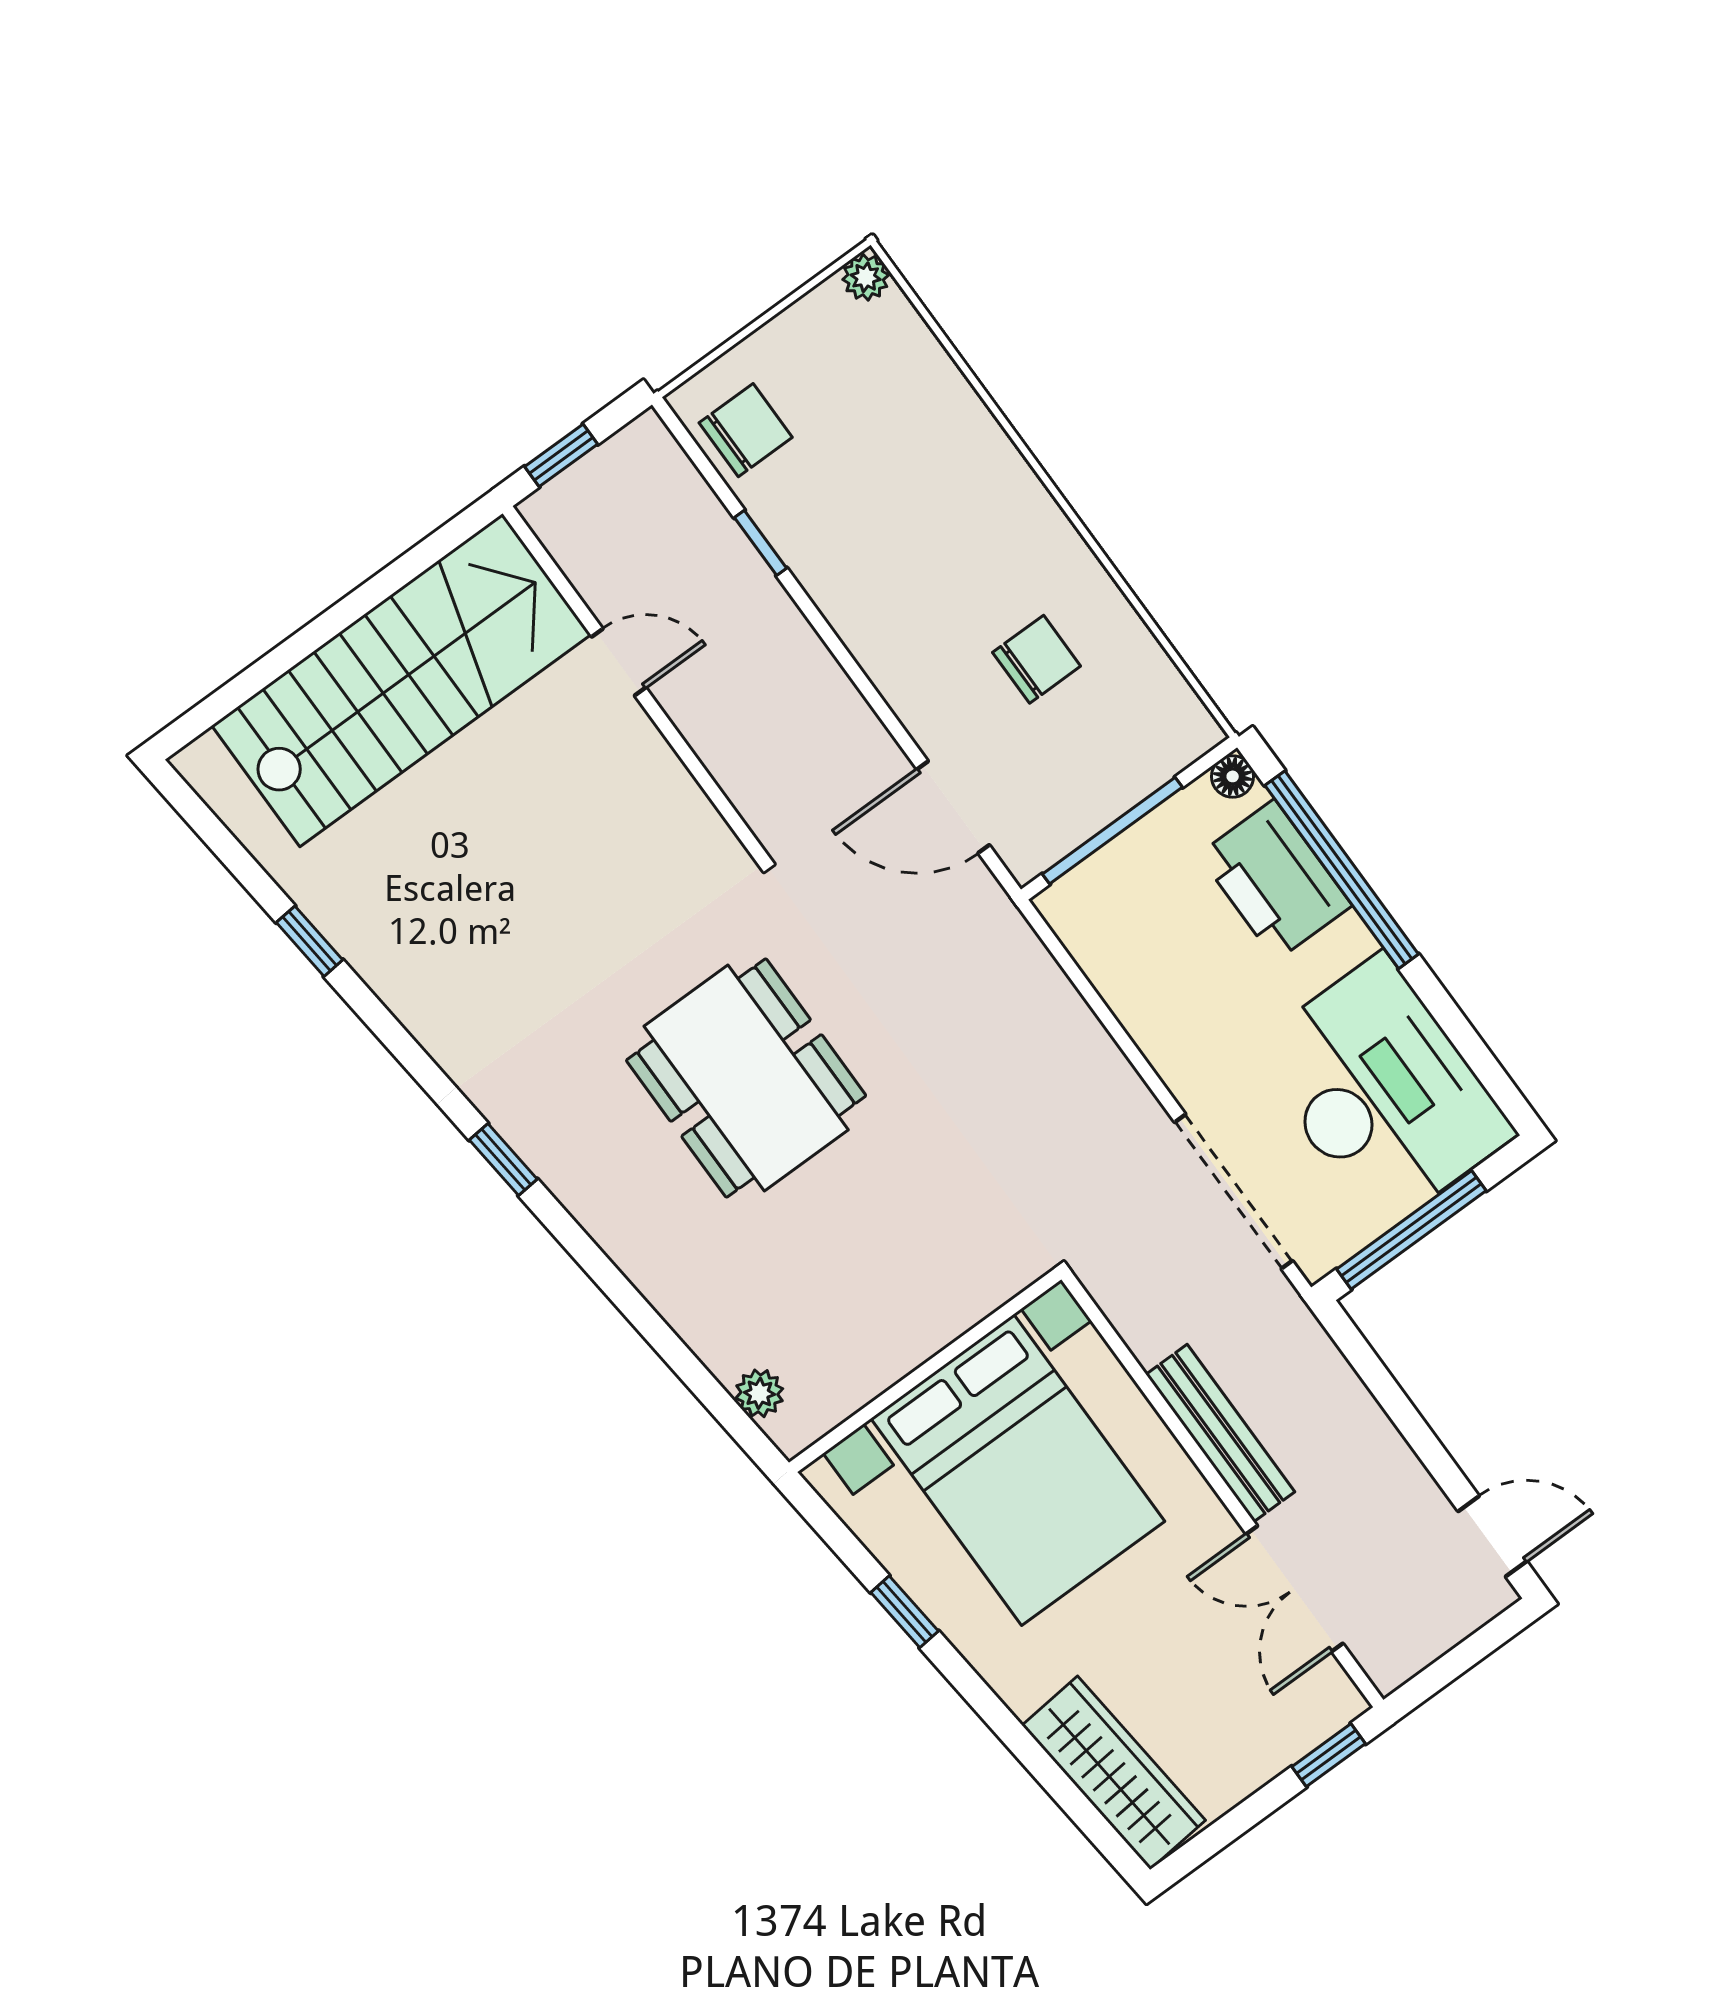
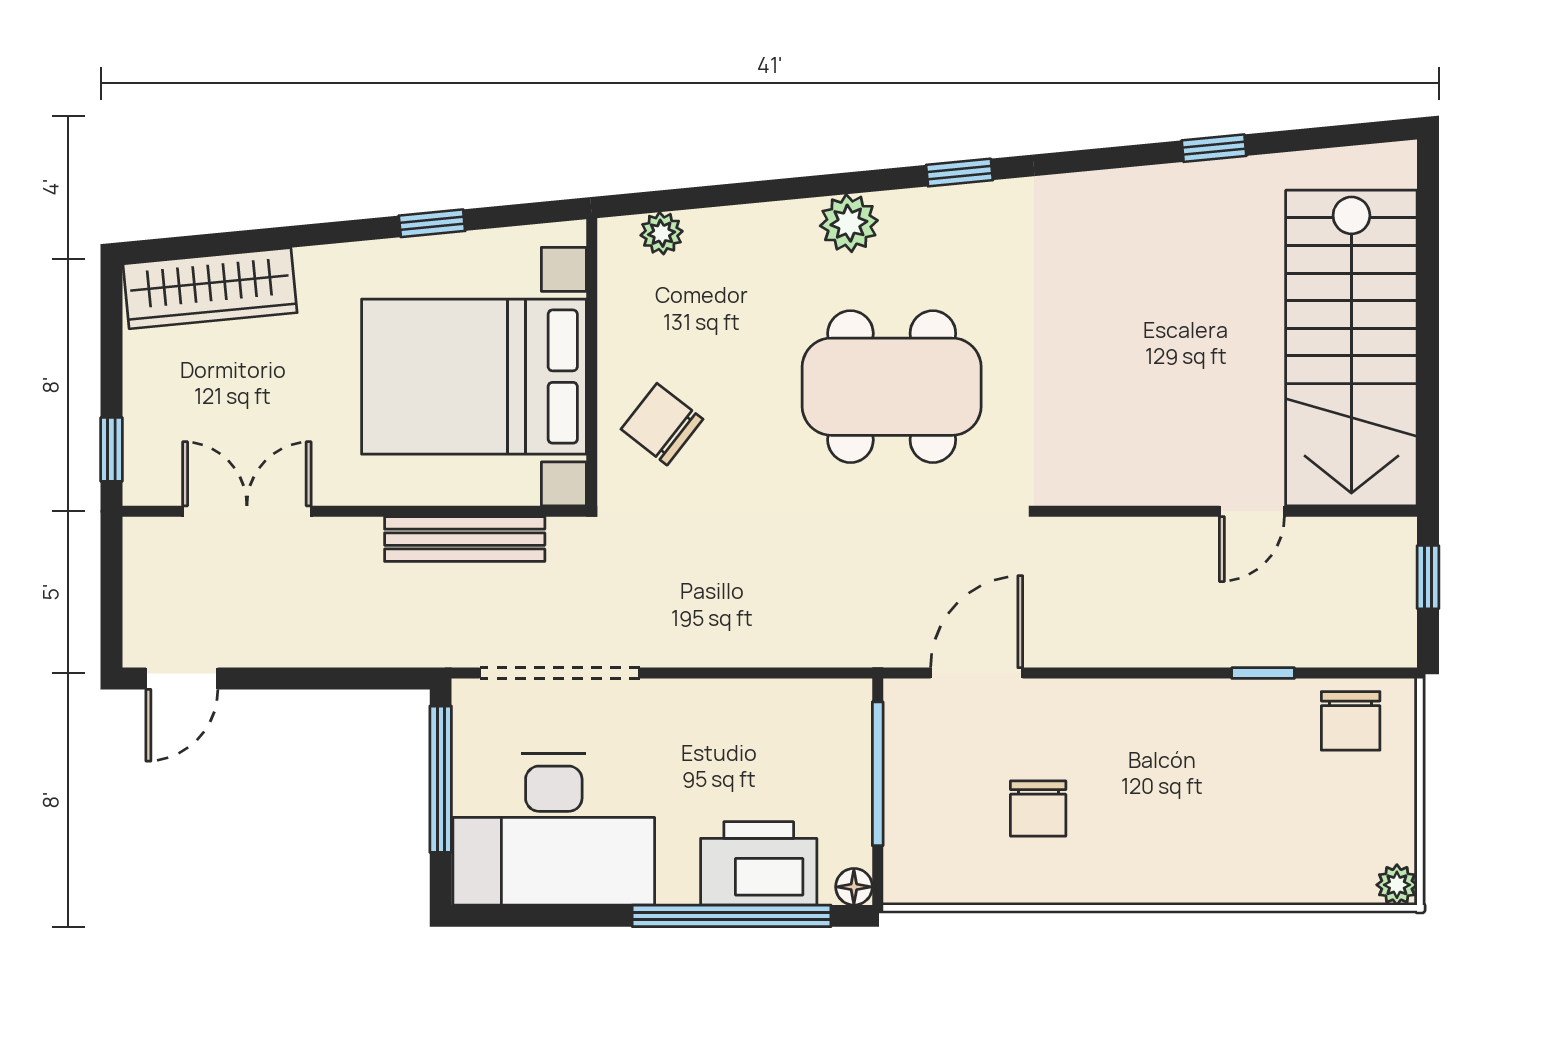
plant: (624, 1227) -> (849, 223), added
chair: (935, 1265) -> (662, 424), added
bench: (1220, 1433) -> (465, 539), moved

